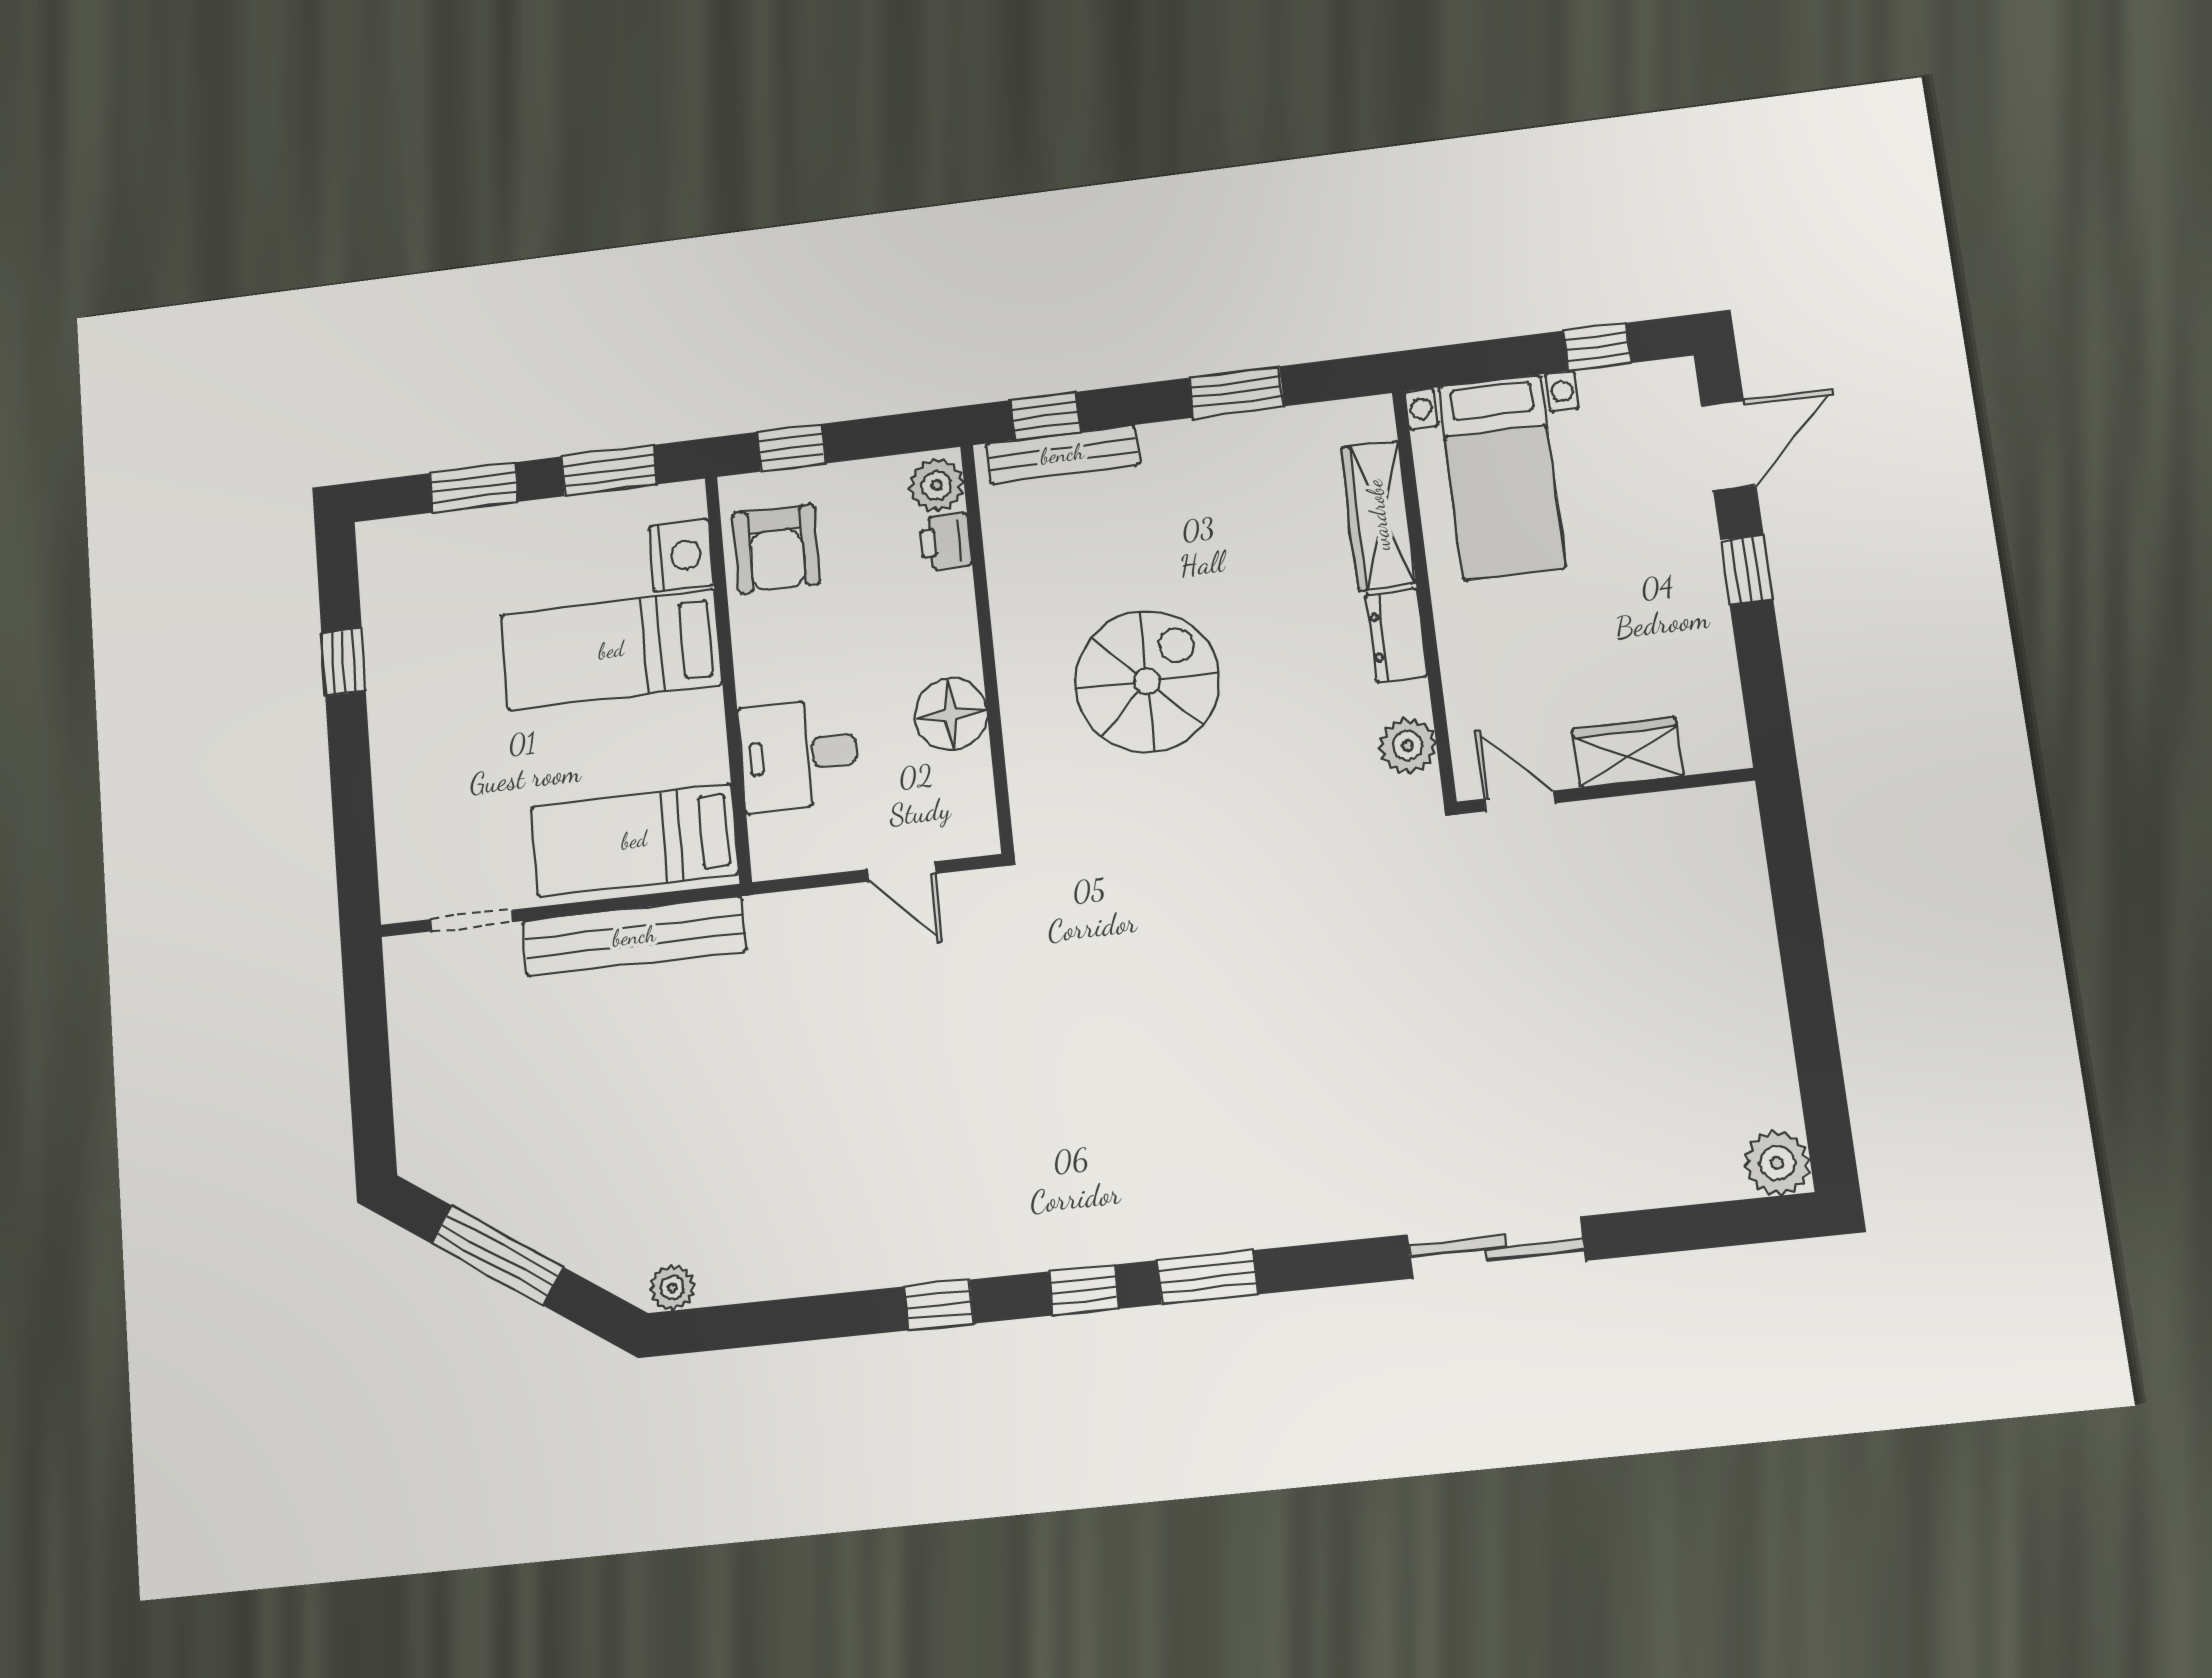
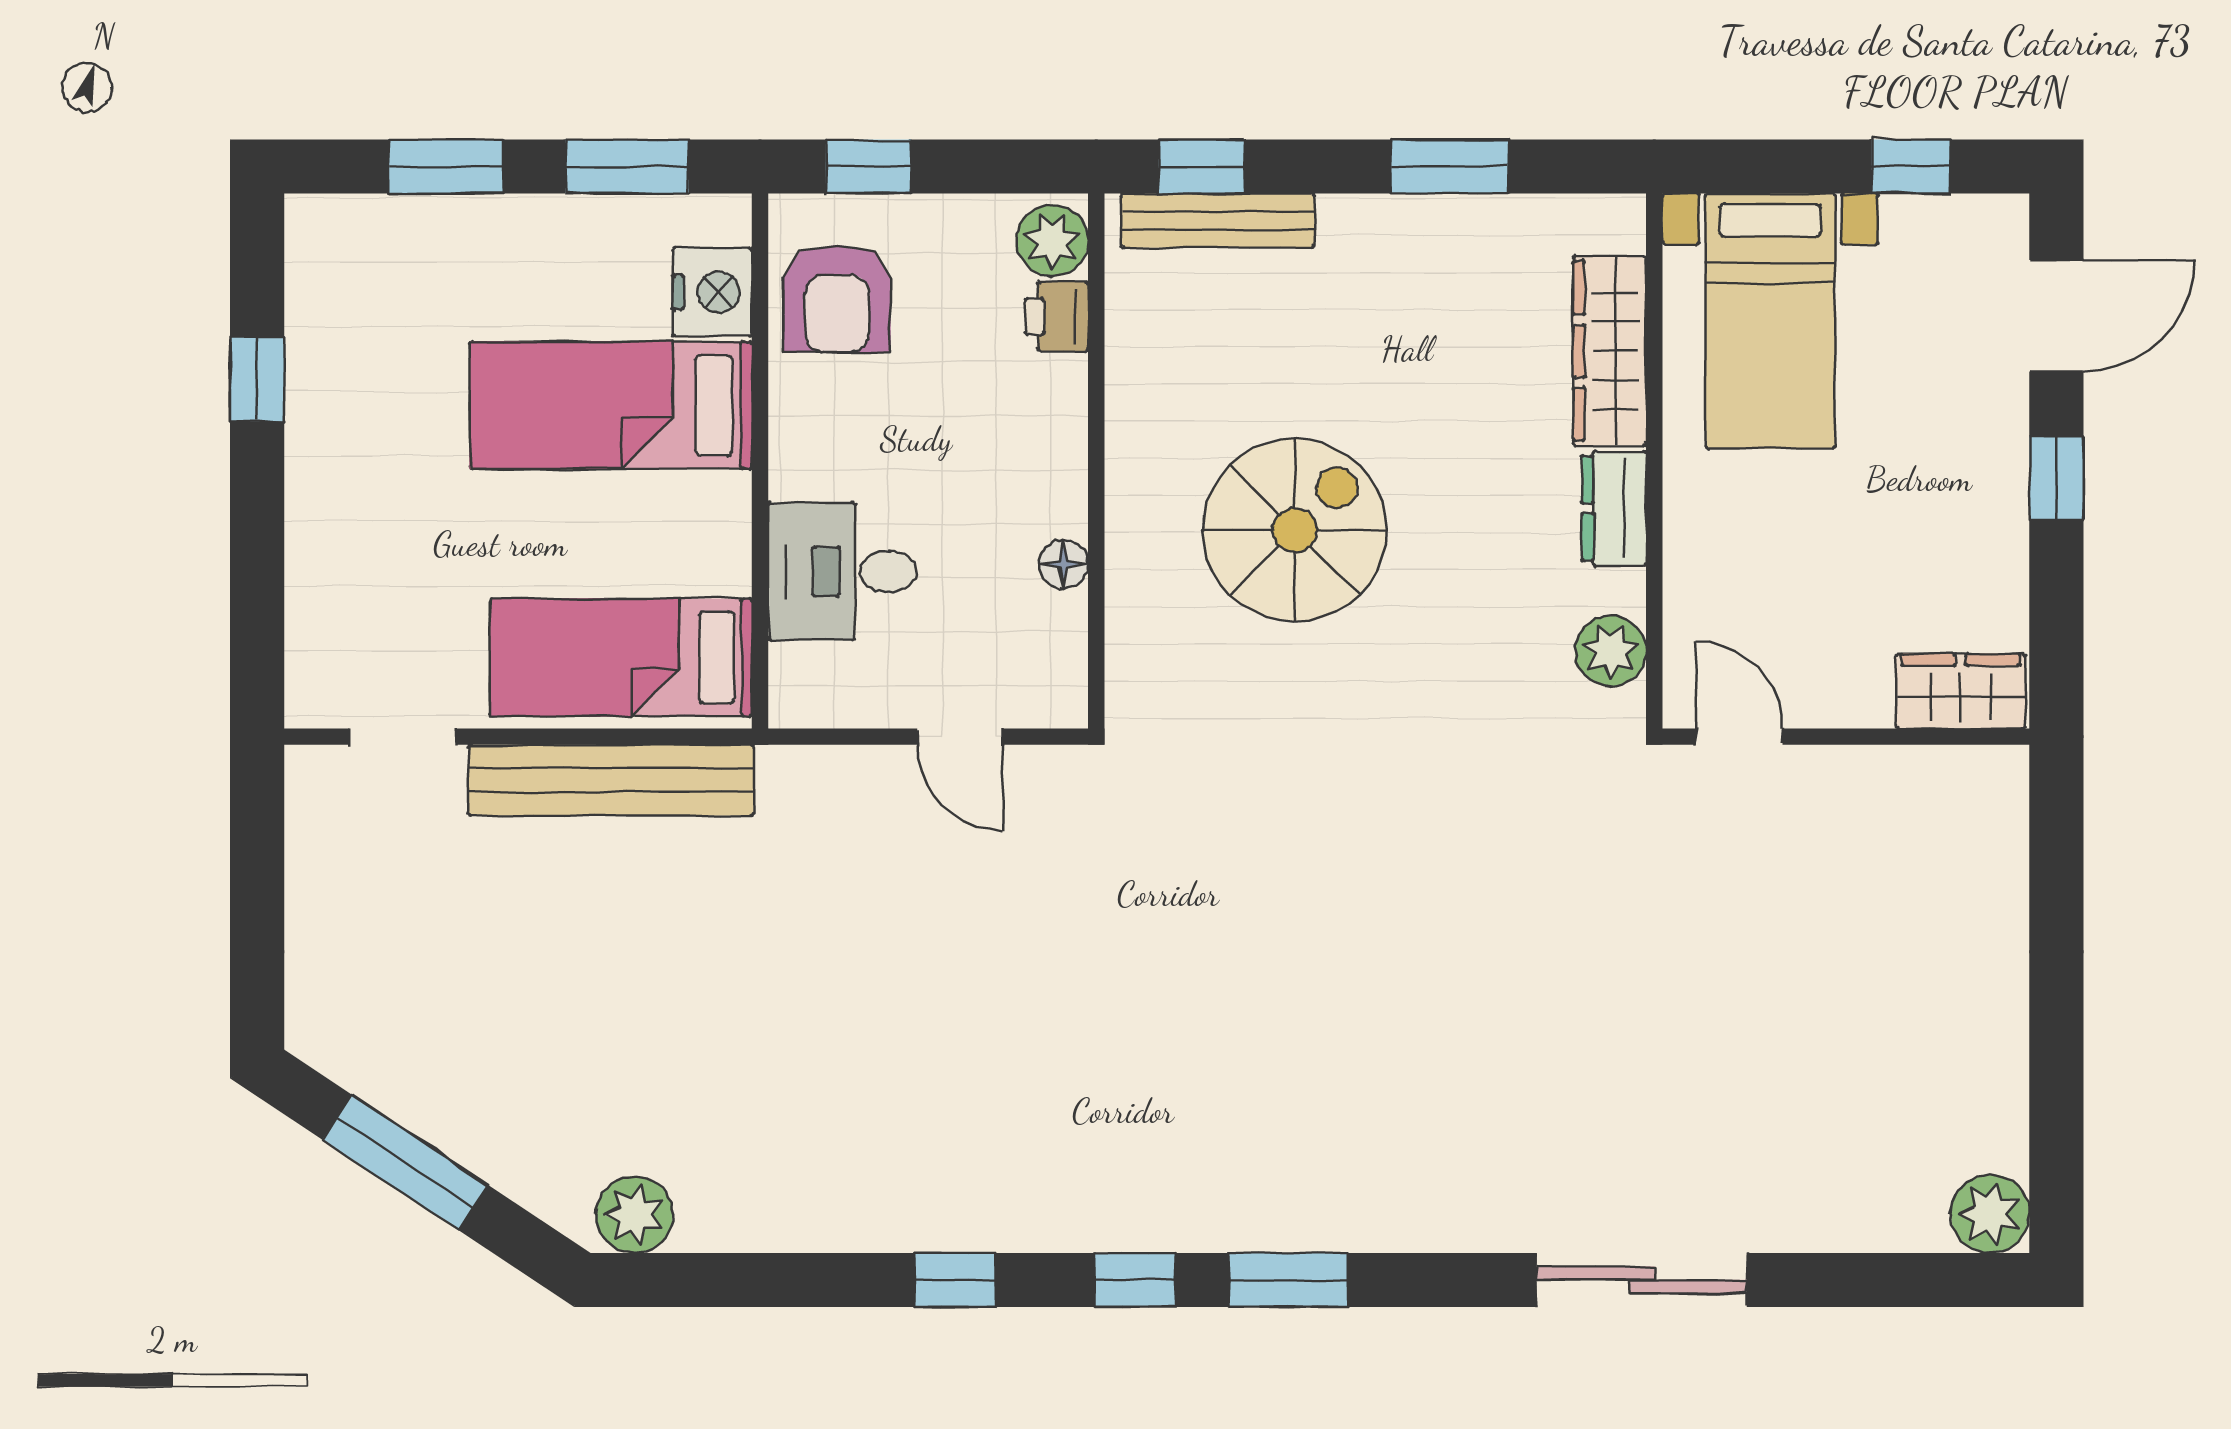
floor lamp: (951, 714) -> (1063, 564), width x0.53, depth x0.53
wardrobe: (1628, 752) -> (1961, 691), moved
plant: (672, 1288) -> (635, 1215), width x1.38, depth x1.38

